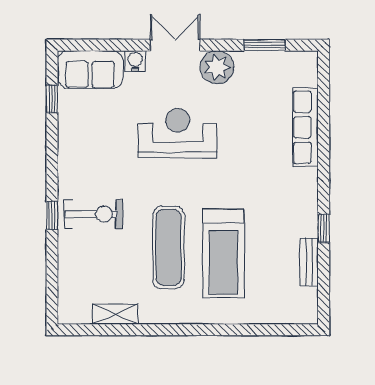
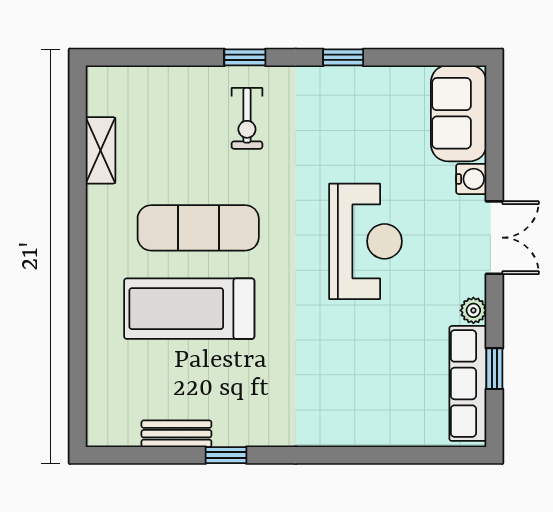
window: (264, 45) -> (494, 369), width x0.67
plant: (217, 67) -> (473, 310), width x0.53, depth x0.53
window: (52, 99) -> (343, 57), moved
row of seats: (305, 127) -> (468, 383), moved, turned -90
exercise bike: (94, 214) -> (247, 118), width x0.73, depth x0.72

